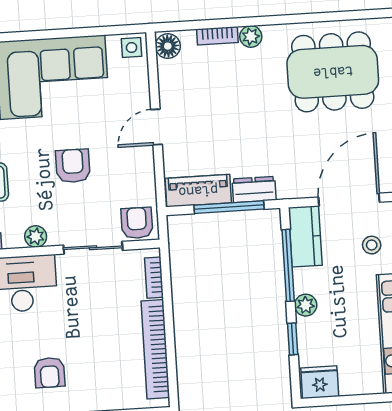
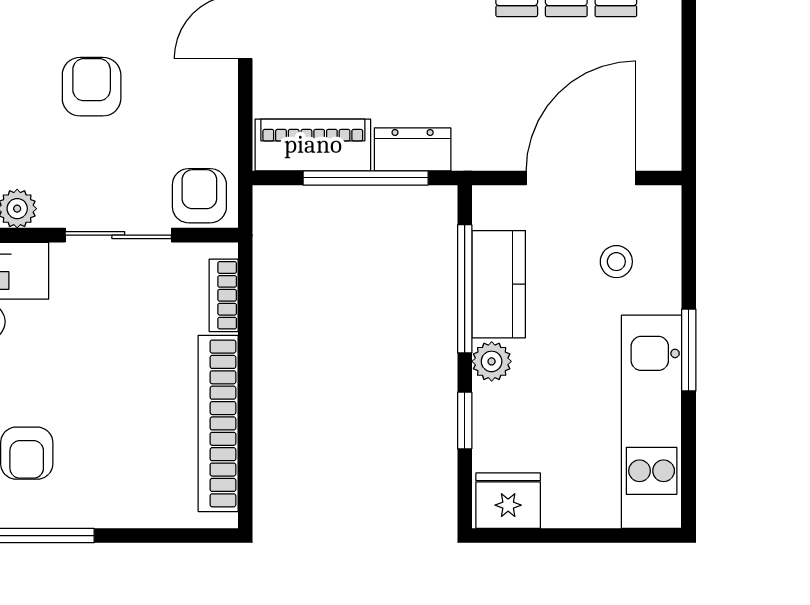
kitchen counter: (305, 236) -> (499, 284), moved

